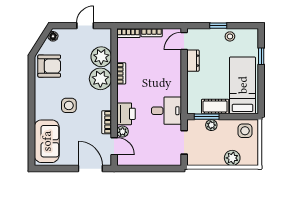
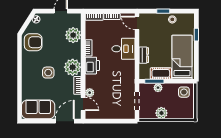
door: (184, 41) -> (137, 23), hinge flipped
dresser: (193, 61) -> (144, 55), moved
plant: (100, 79) -> (73, 67), moved
desk: (166, 111) -> (123, 49), moved
printer: (126, 114) -> (92, 66), moved
sofa: (47, 141) -> (38, 109), moved, turned -90
plant: (232, 158) -> (161, 113), moved
door: (90, 169) -> (65, 121), hinge flipped

